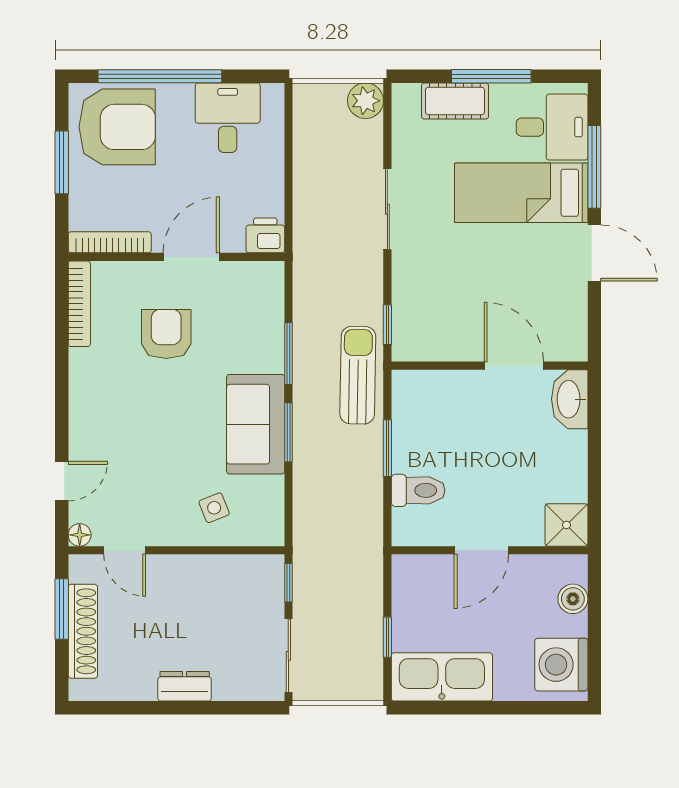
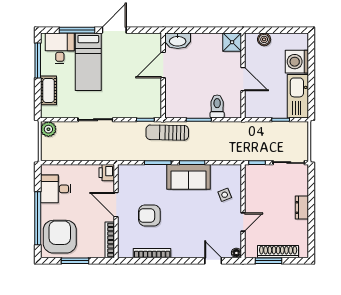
window: (491, 76) -> (38, 60), moved
bookcase: (79, 304) -> (152, 253), moved
door: (125, 550) -> (243, 222), moved
washing machine: (561, 665) -> (297, 62), moved, turned 90

